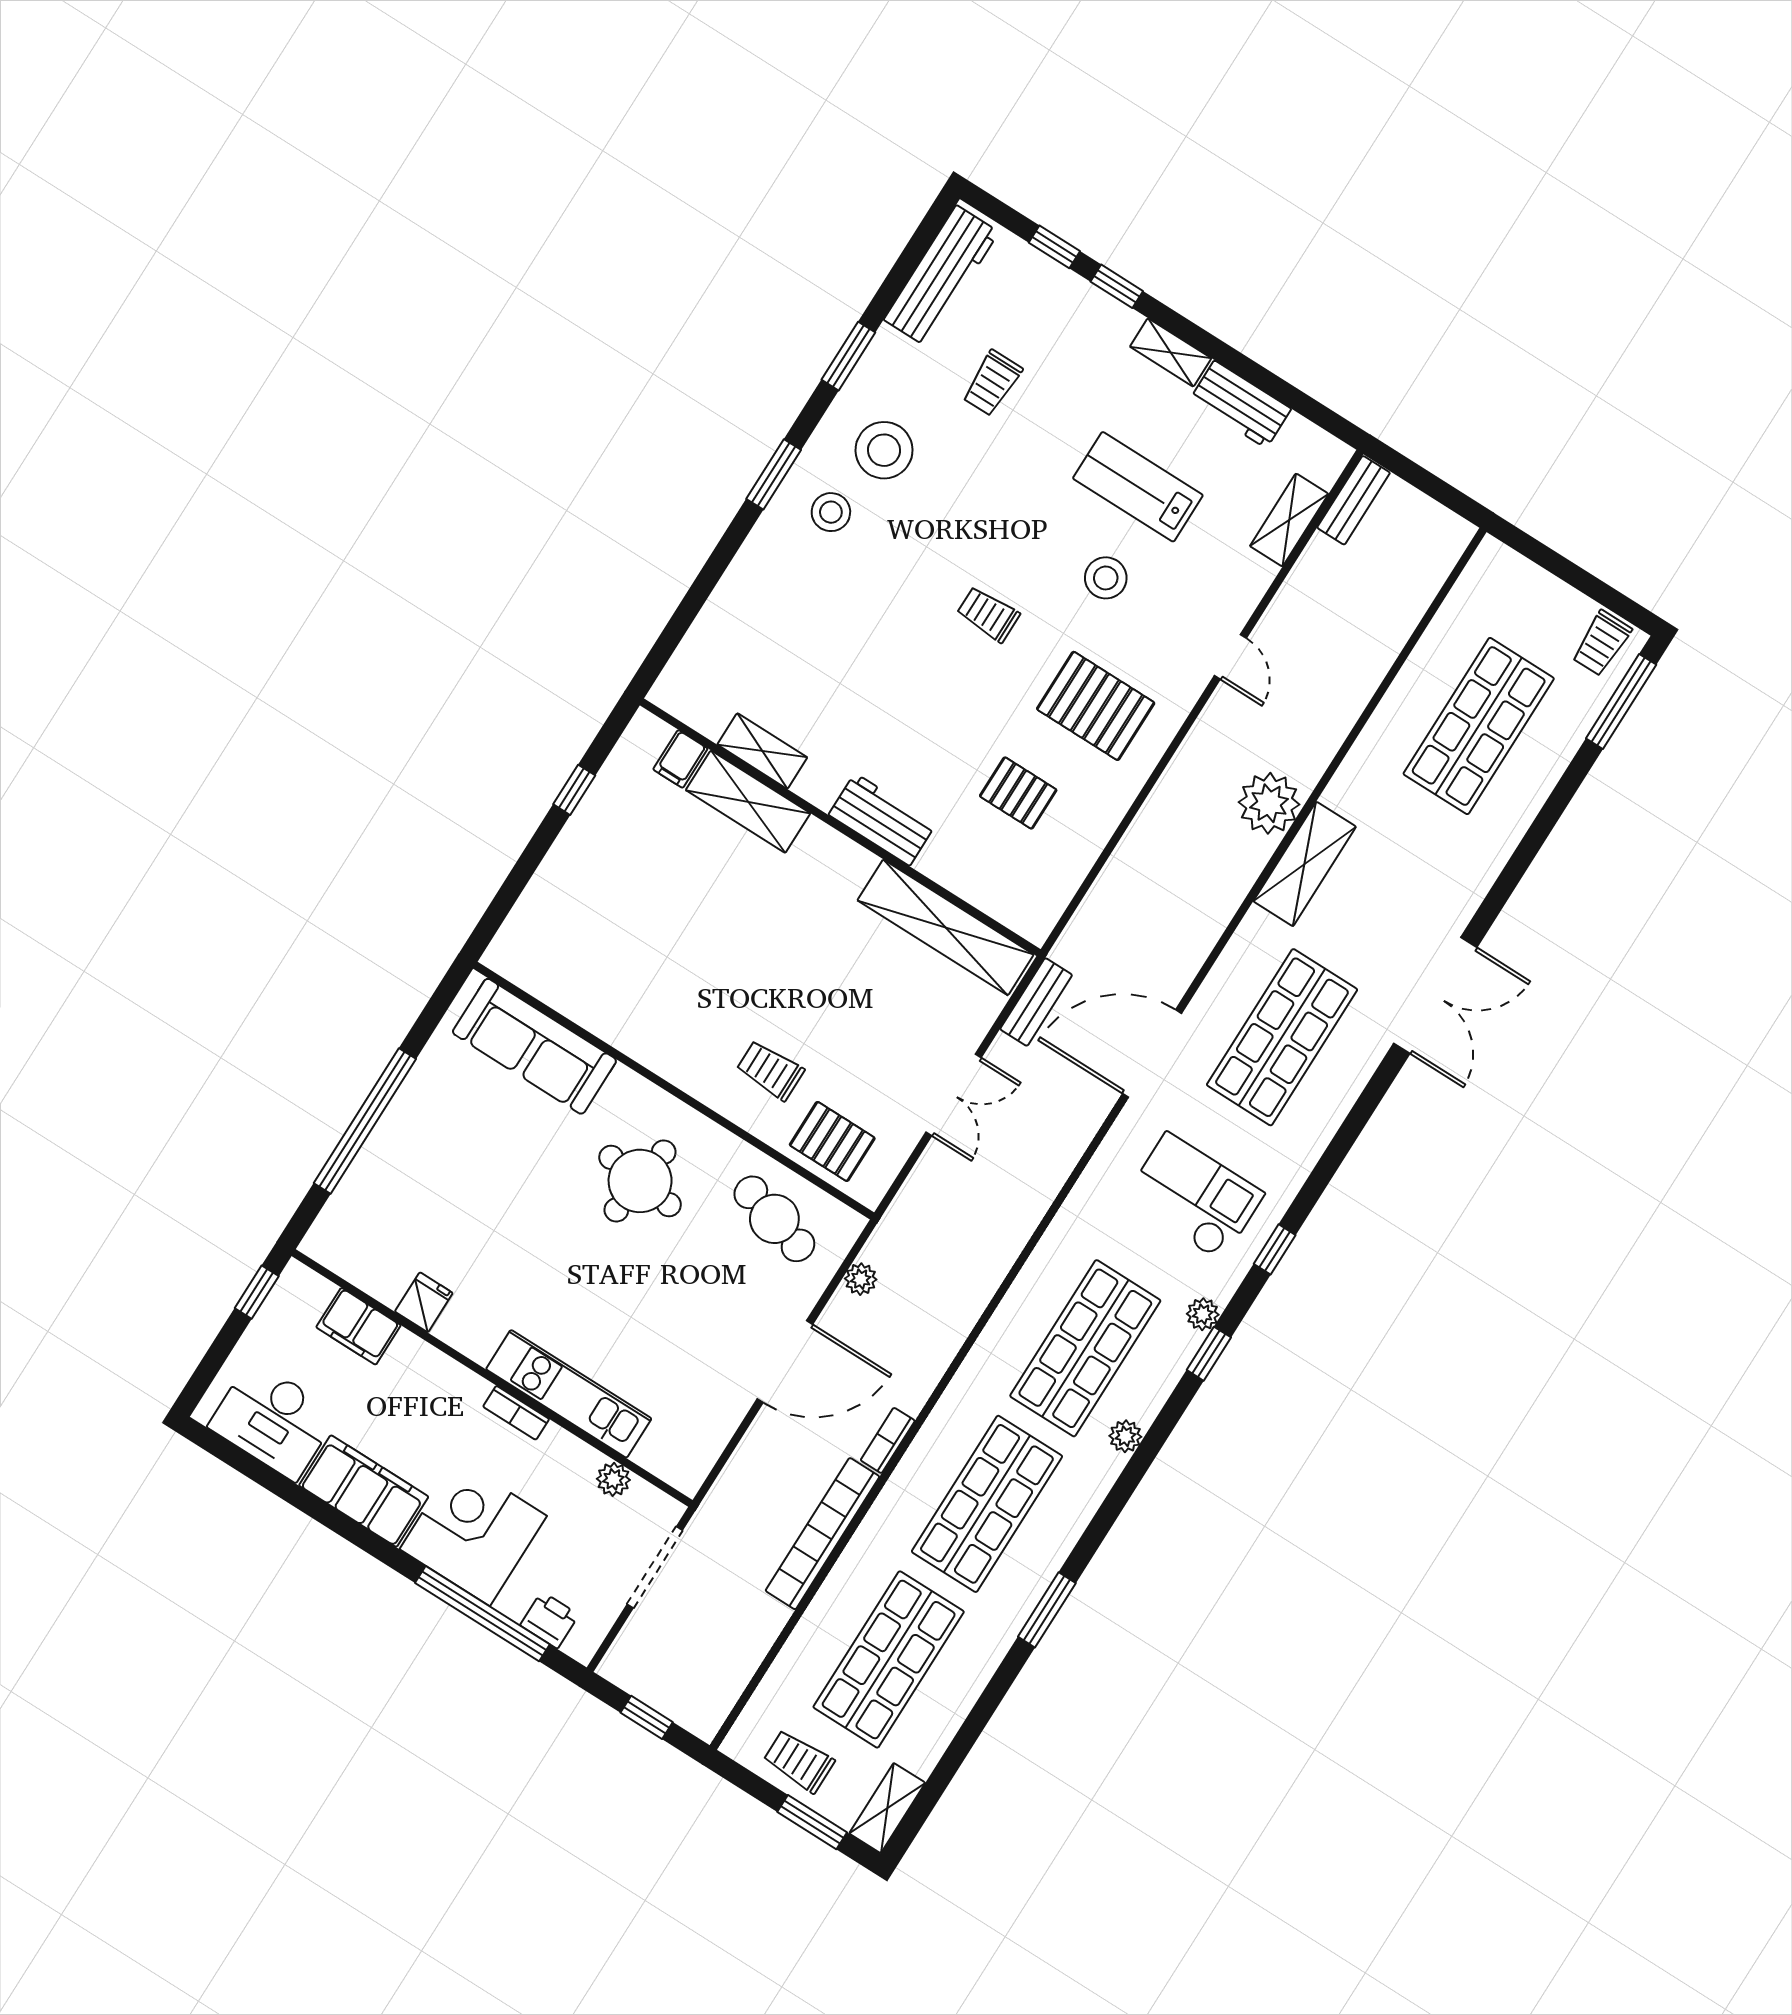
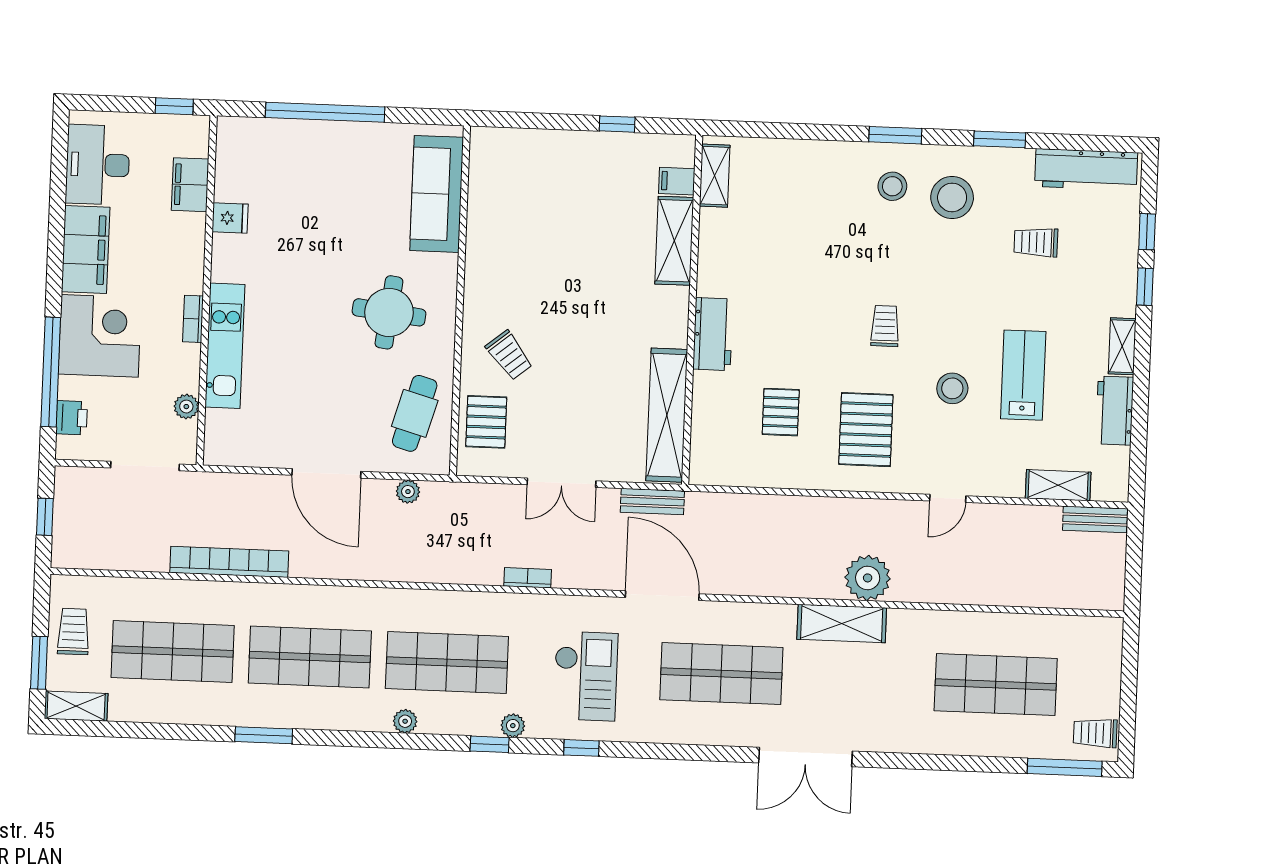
shelving: (762, 751) -> (715, 176), moved
trolley: (770, 1070) -> (509, 355), turned 141
bookcase: (888, 1440) -> (528, 578), moved

